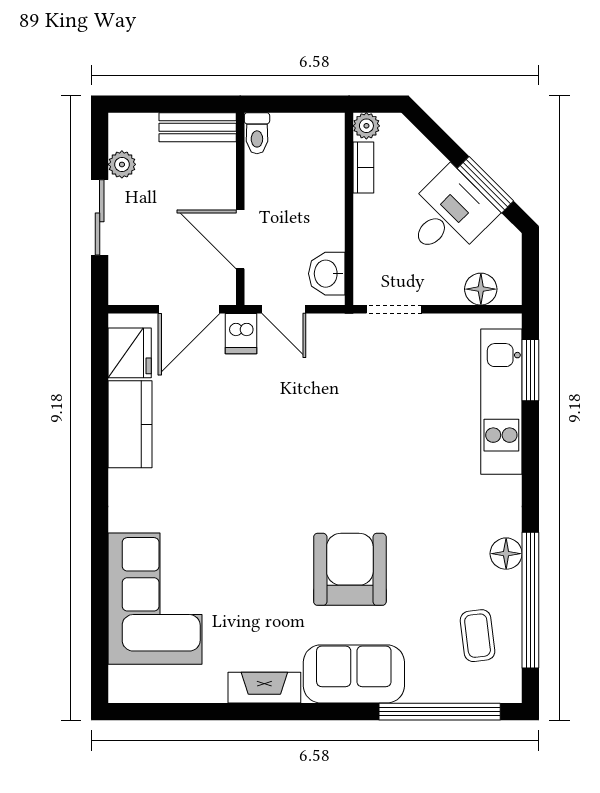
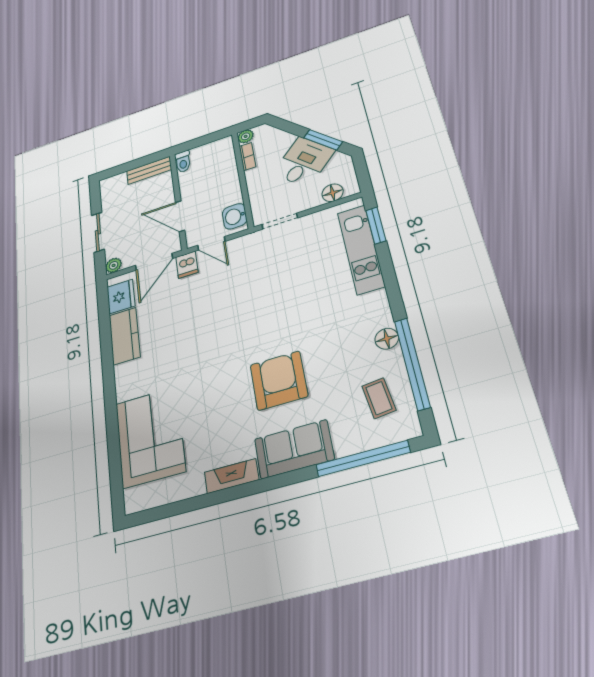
plant: (122, 164) -> (114, 265), moved

